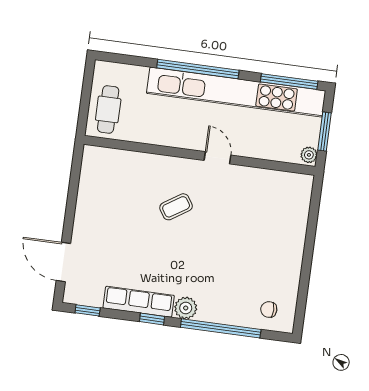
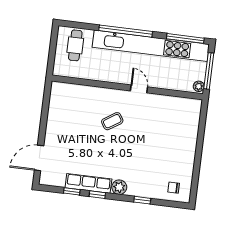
cafe table: (108, 109) -> (75, 45), moved
window: (324, 131) -> (209, 71), width x1.44
door: (63, 262) -> (39, 158), hinge flipped
window: (88, 310) -> (72, 191), moved
window: (221, 328) -> (142, 200), width x0.32

